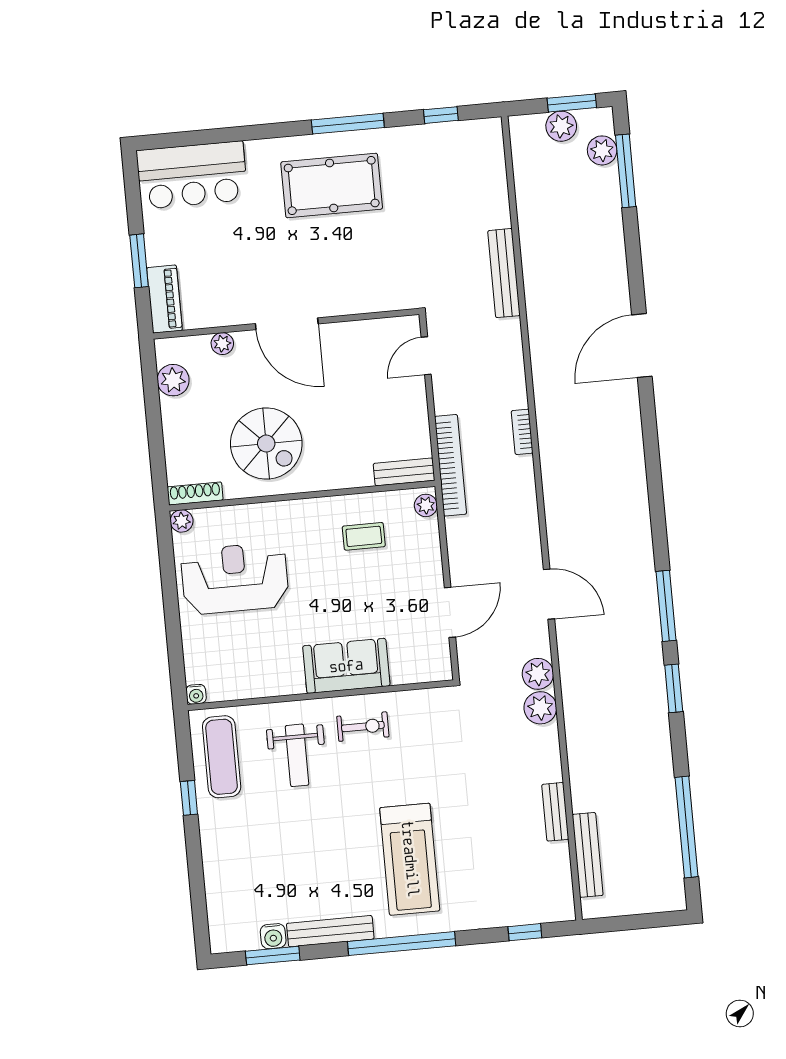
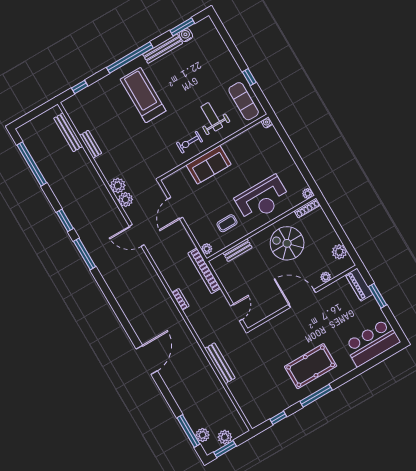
bench: (404, 472) -> (237, 250), moved
reception desk: (235, 578) -> (262, 199), moved

